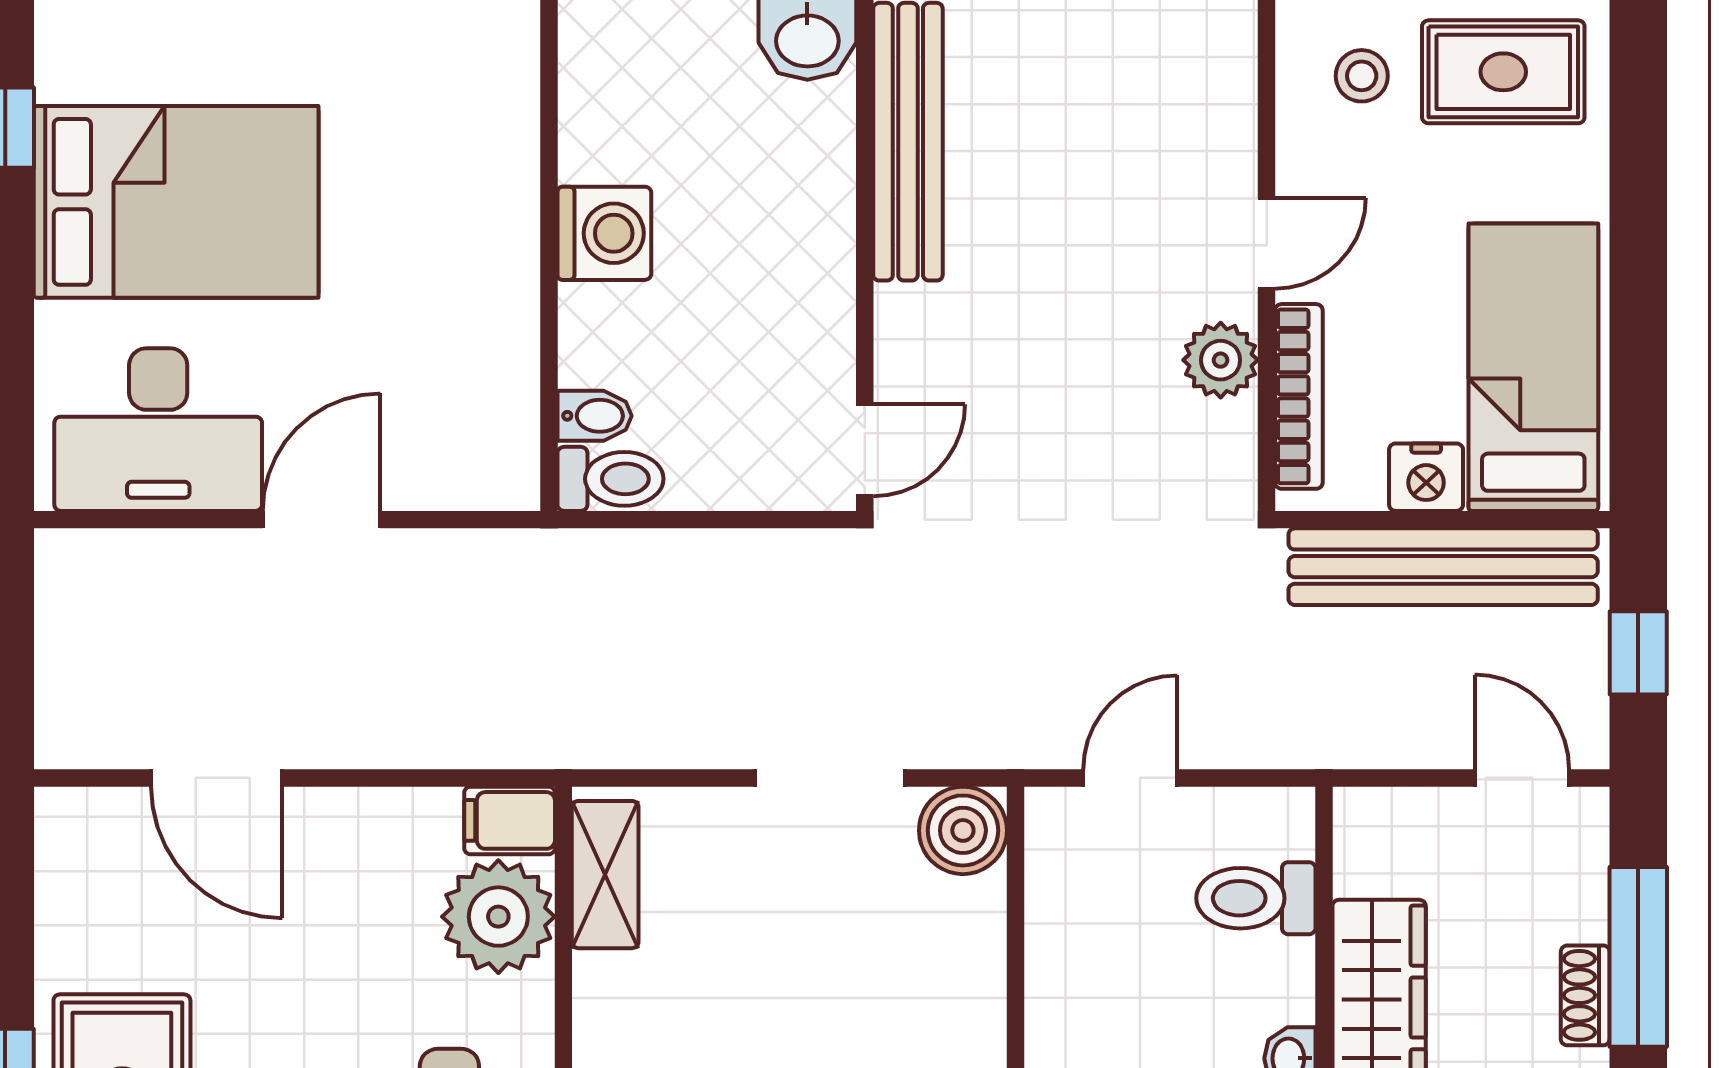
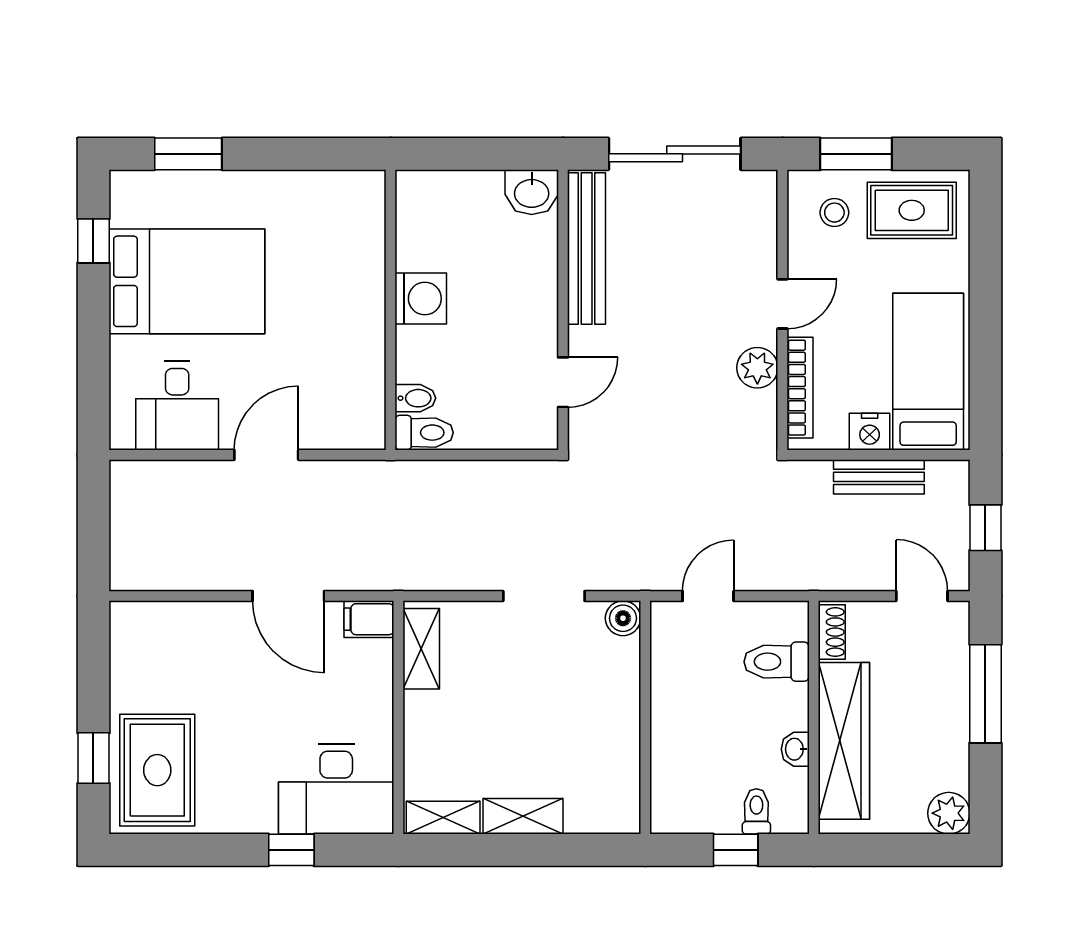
desk: (158, 430) -> (177, 406), width x0.73
door: (865, 450) -> (563, 382), moved
bench: (1443, 567) -> (879, 477), width x0.54, depth x0.82
door: (217, 778) -> (288, 596), moved
boiler: (963, 830) -> (623, 618), width x0.73, depth x0.73
plant: (498, 917) -> (363, 672), removed
shoe rack: (1585, 995) -> (832, 632), moved, turned 180

